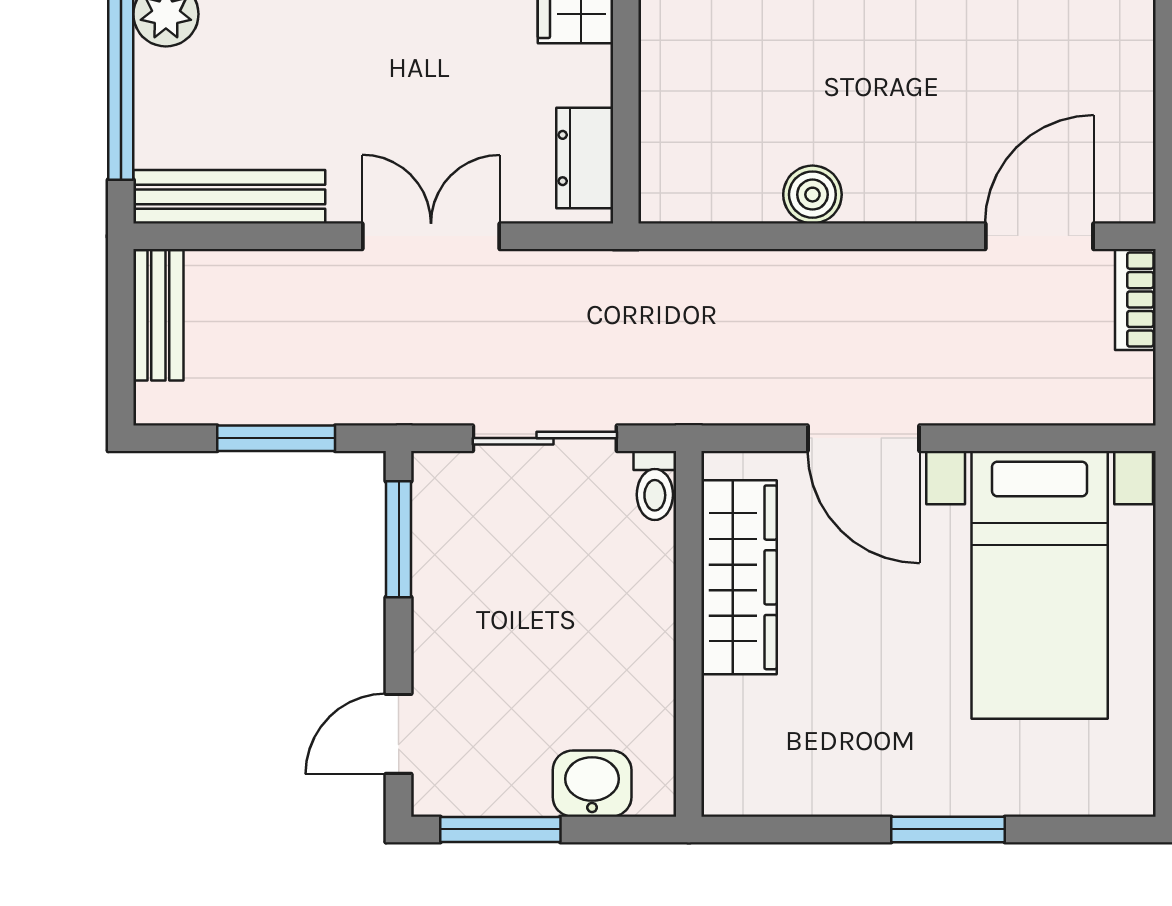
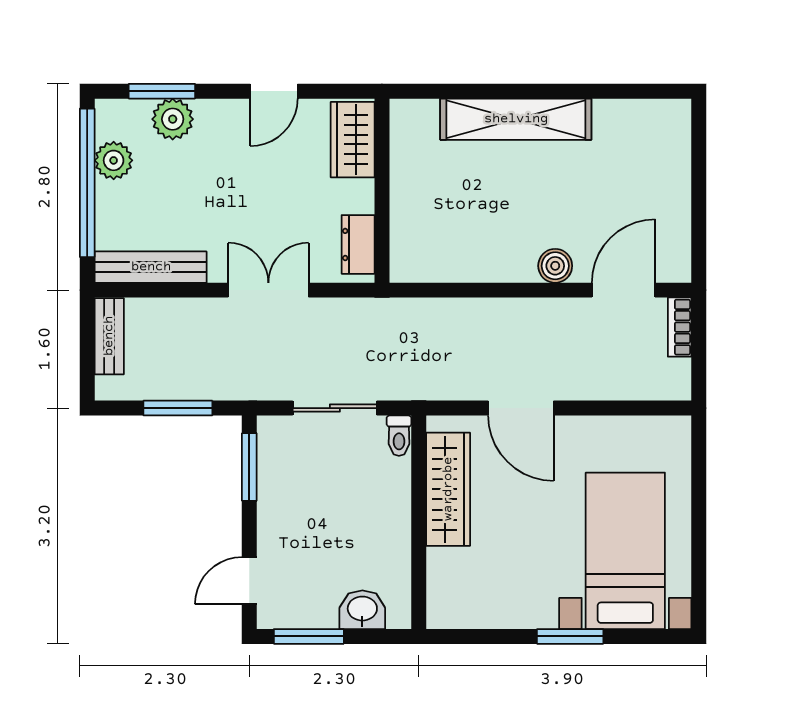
boiler: (812, 195) -> (555, 266), moved
bed with nightstands: (1040, 585) -> (625, 551), moved, turned 180

